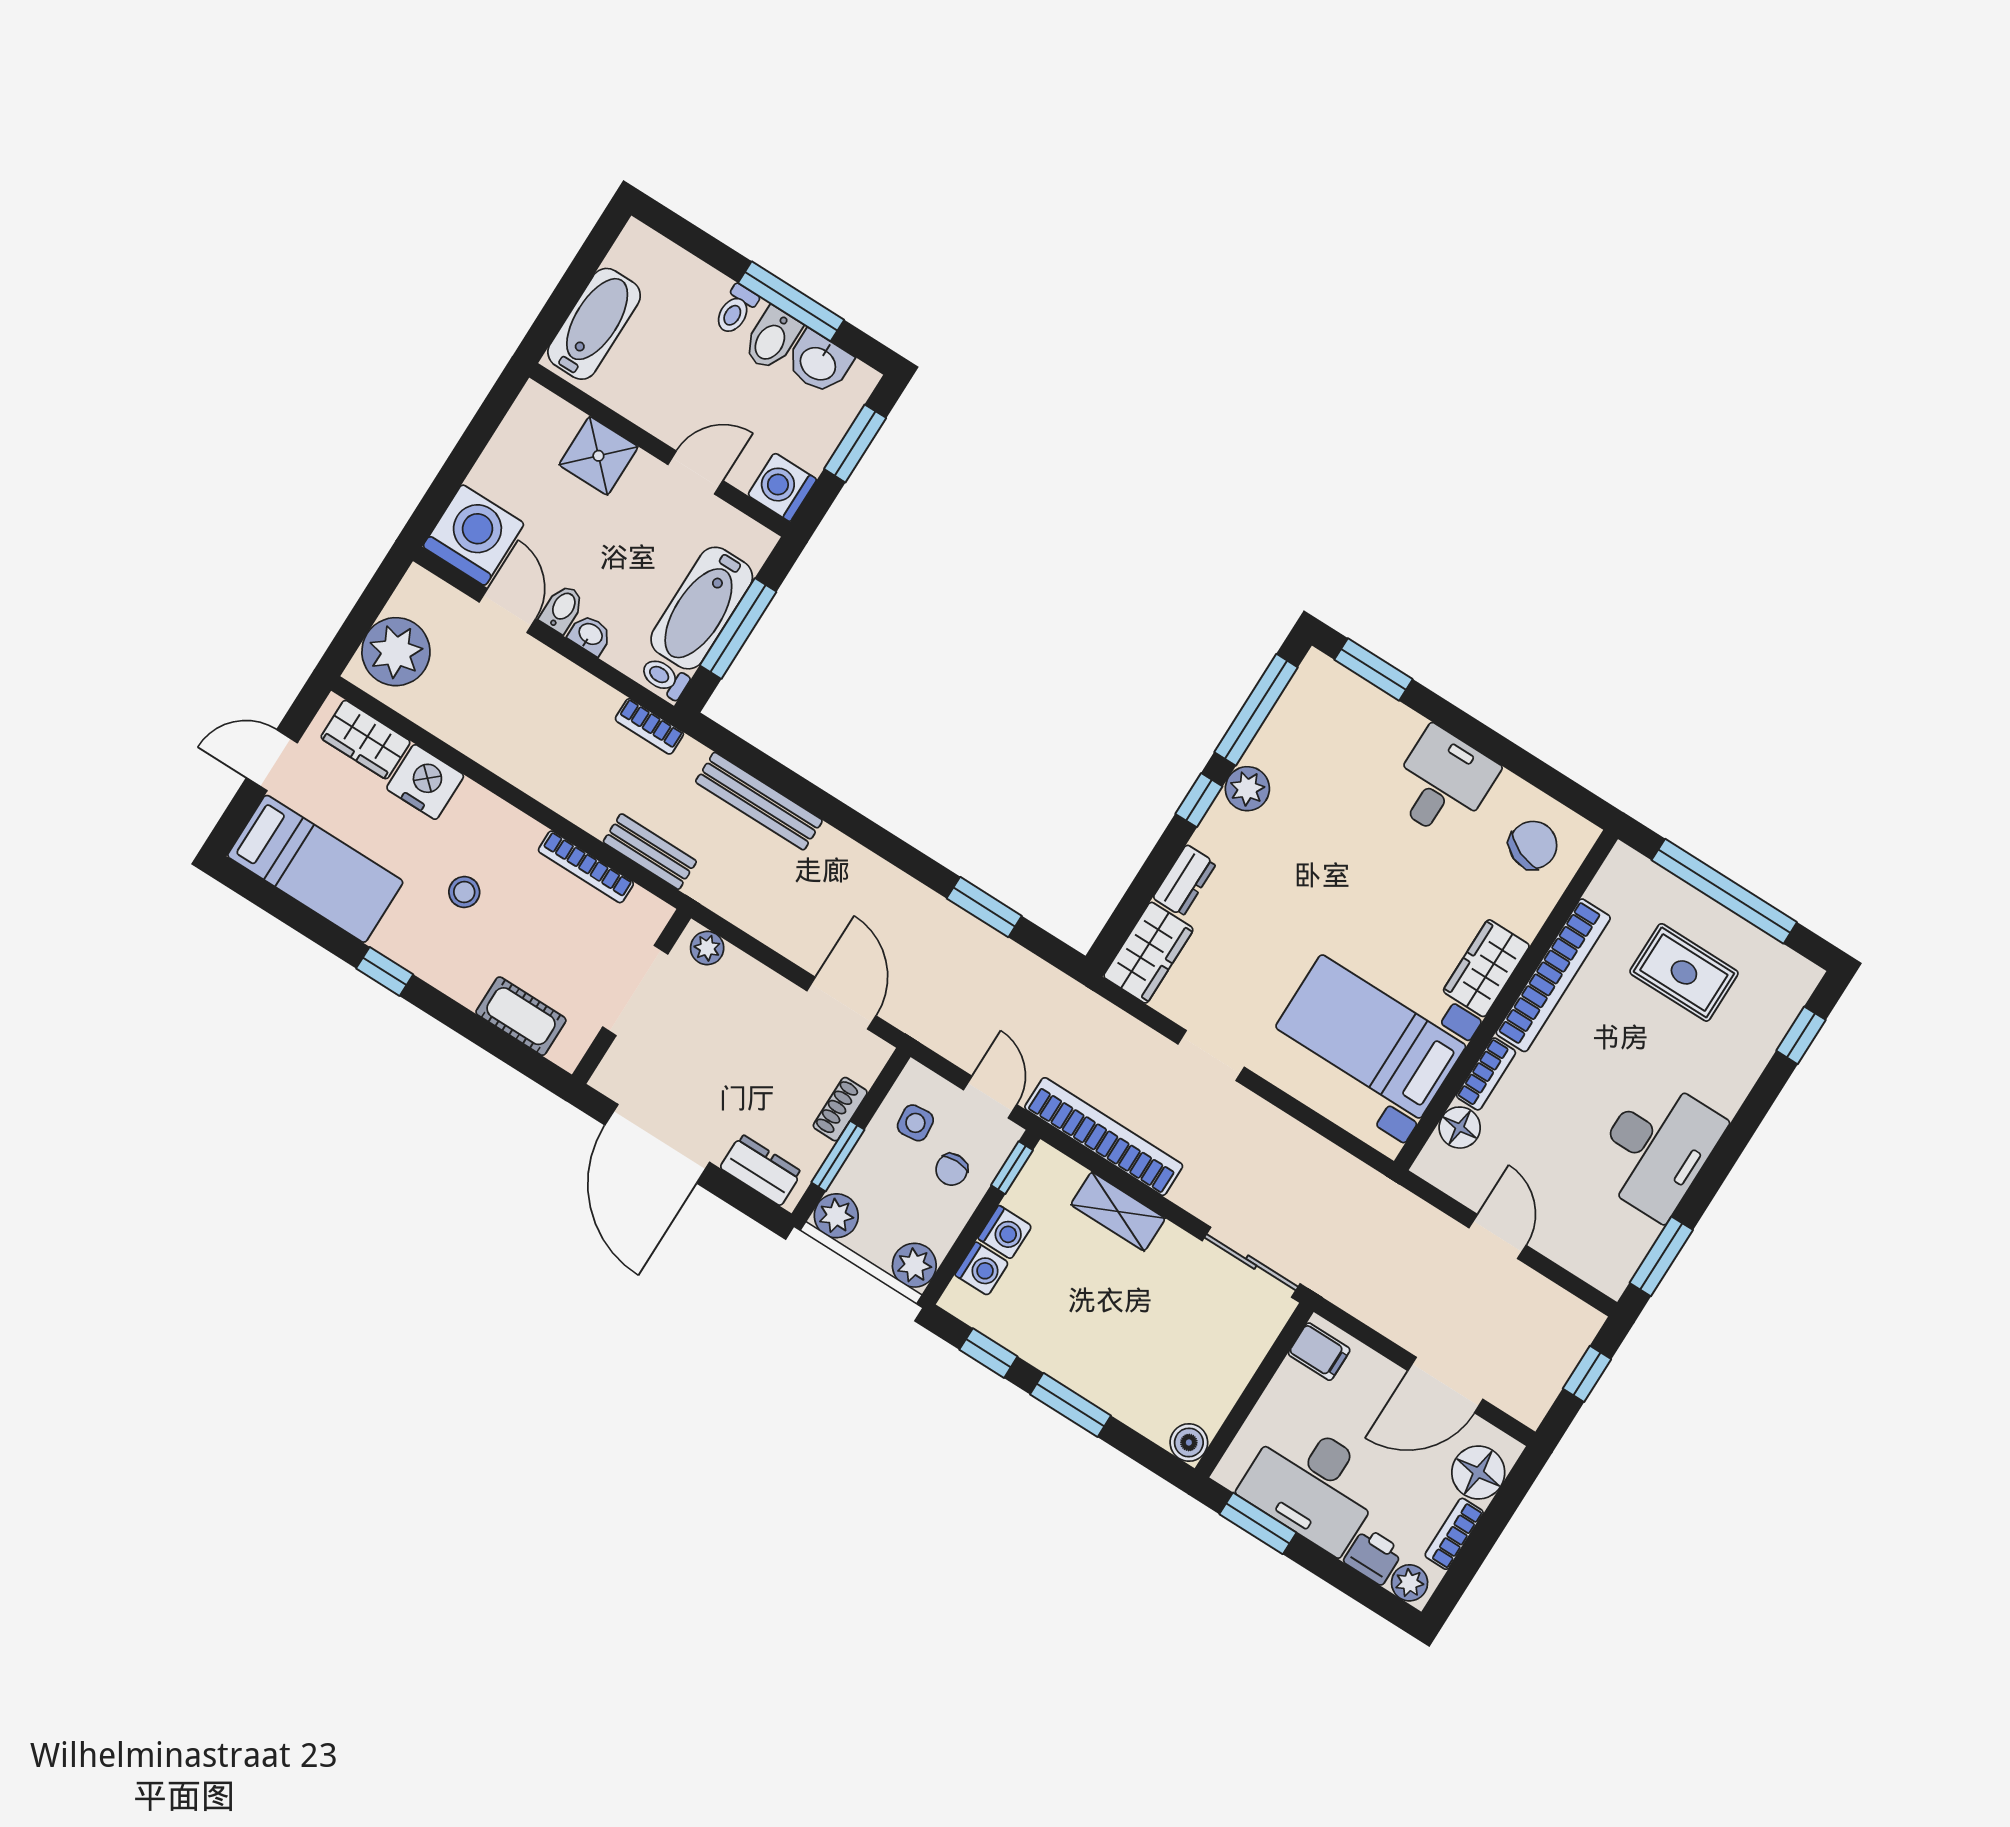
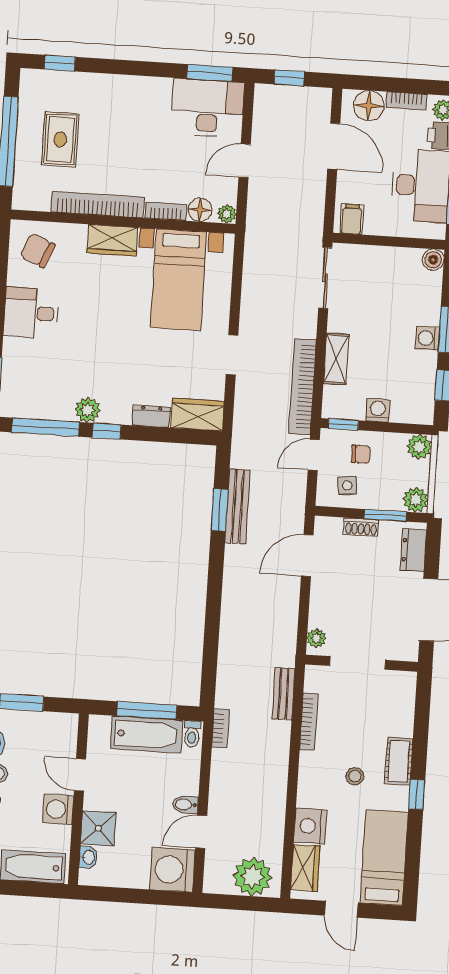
washing machine: (782, 487) -> (58, 809), moved, turned 90
washbasin: (590, 635) -> (88, 857), moved, turned 180
bench: (759, 801) -> (238, 507), moved
cot: (521, 1016) -> (399, 761), moved
desk: (1657, 1148) -> (208, 108), moved
plant: (1431, 1165) -> (227, 214), added
washing machine: (982, 1269) -> (427, 338), moved, turned -90

